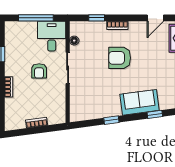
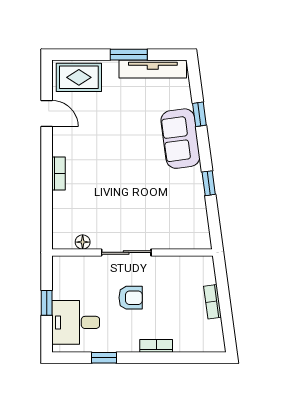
window: (36, 18) -> (47, 303), width x0.46
window: (97, 18) -> (47, 206), removed
desk: (52, 36) -> (76, 322), moved
armchair: (120, 58) -> (110, 170), removed

